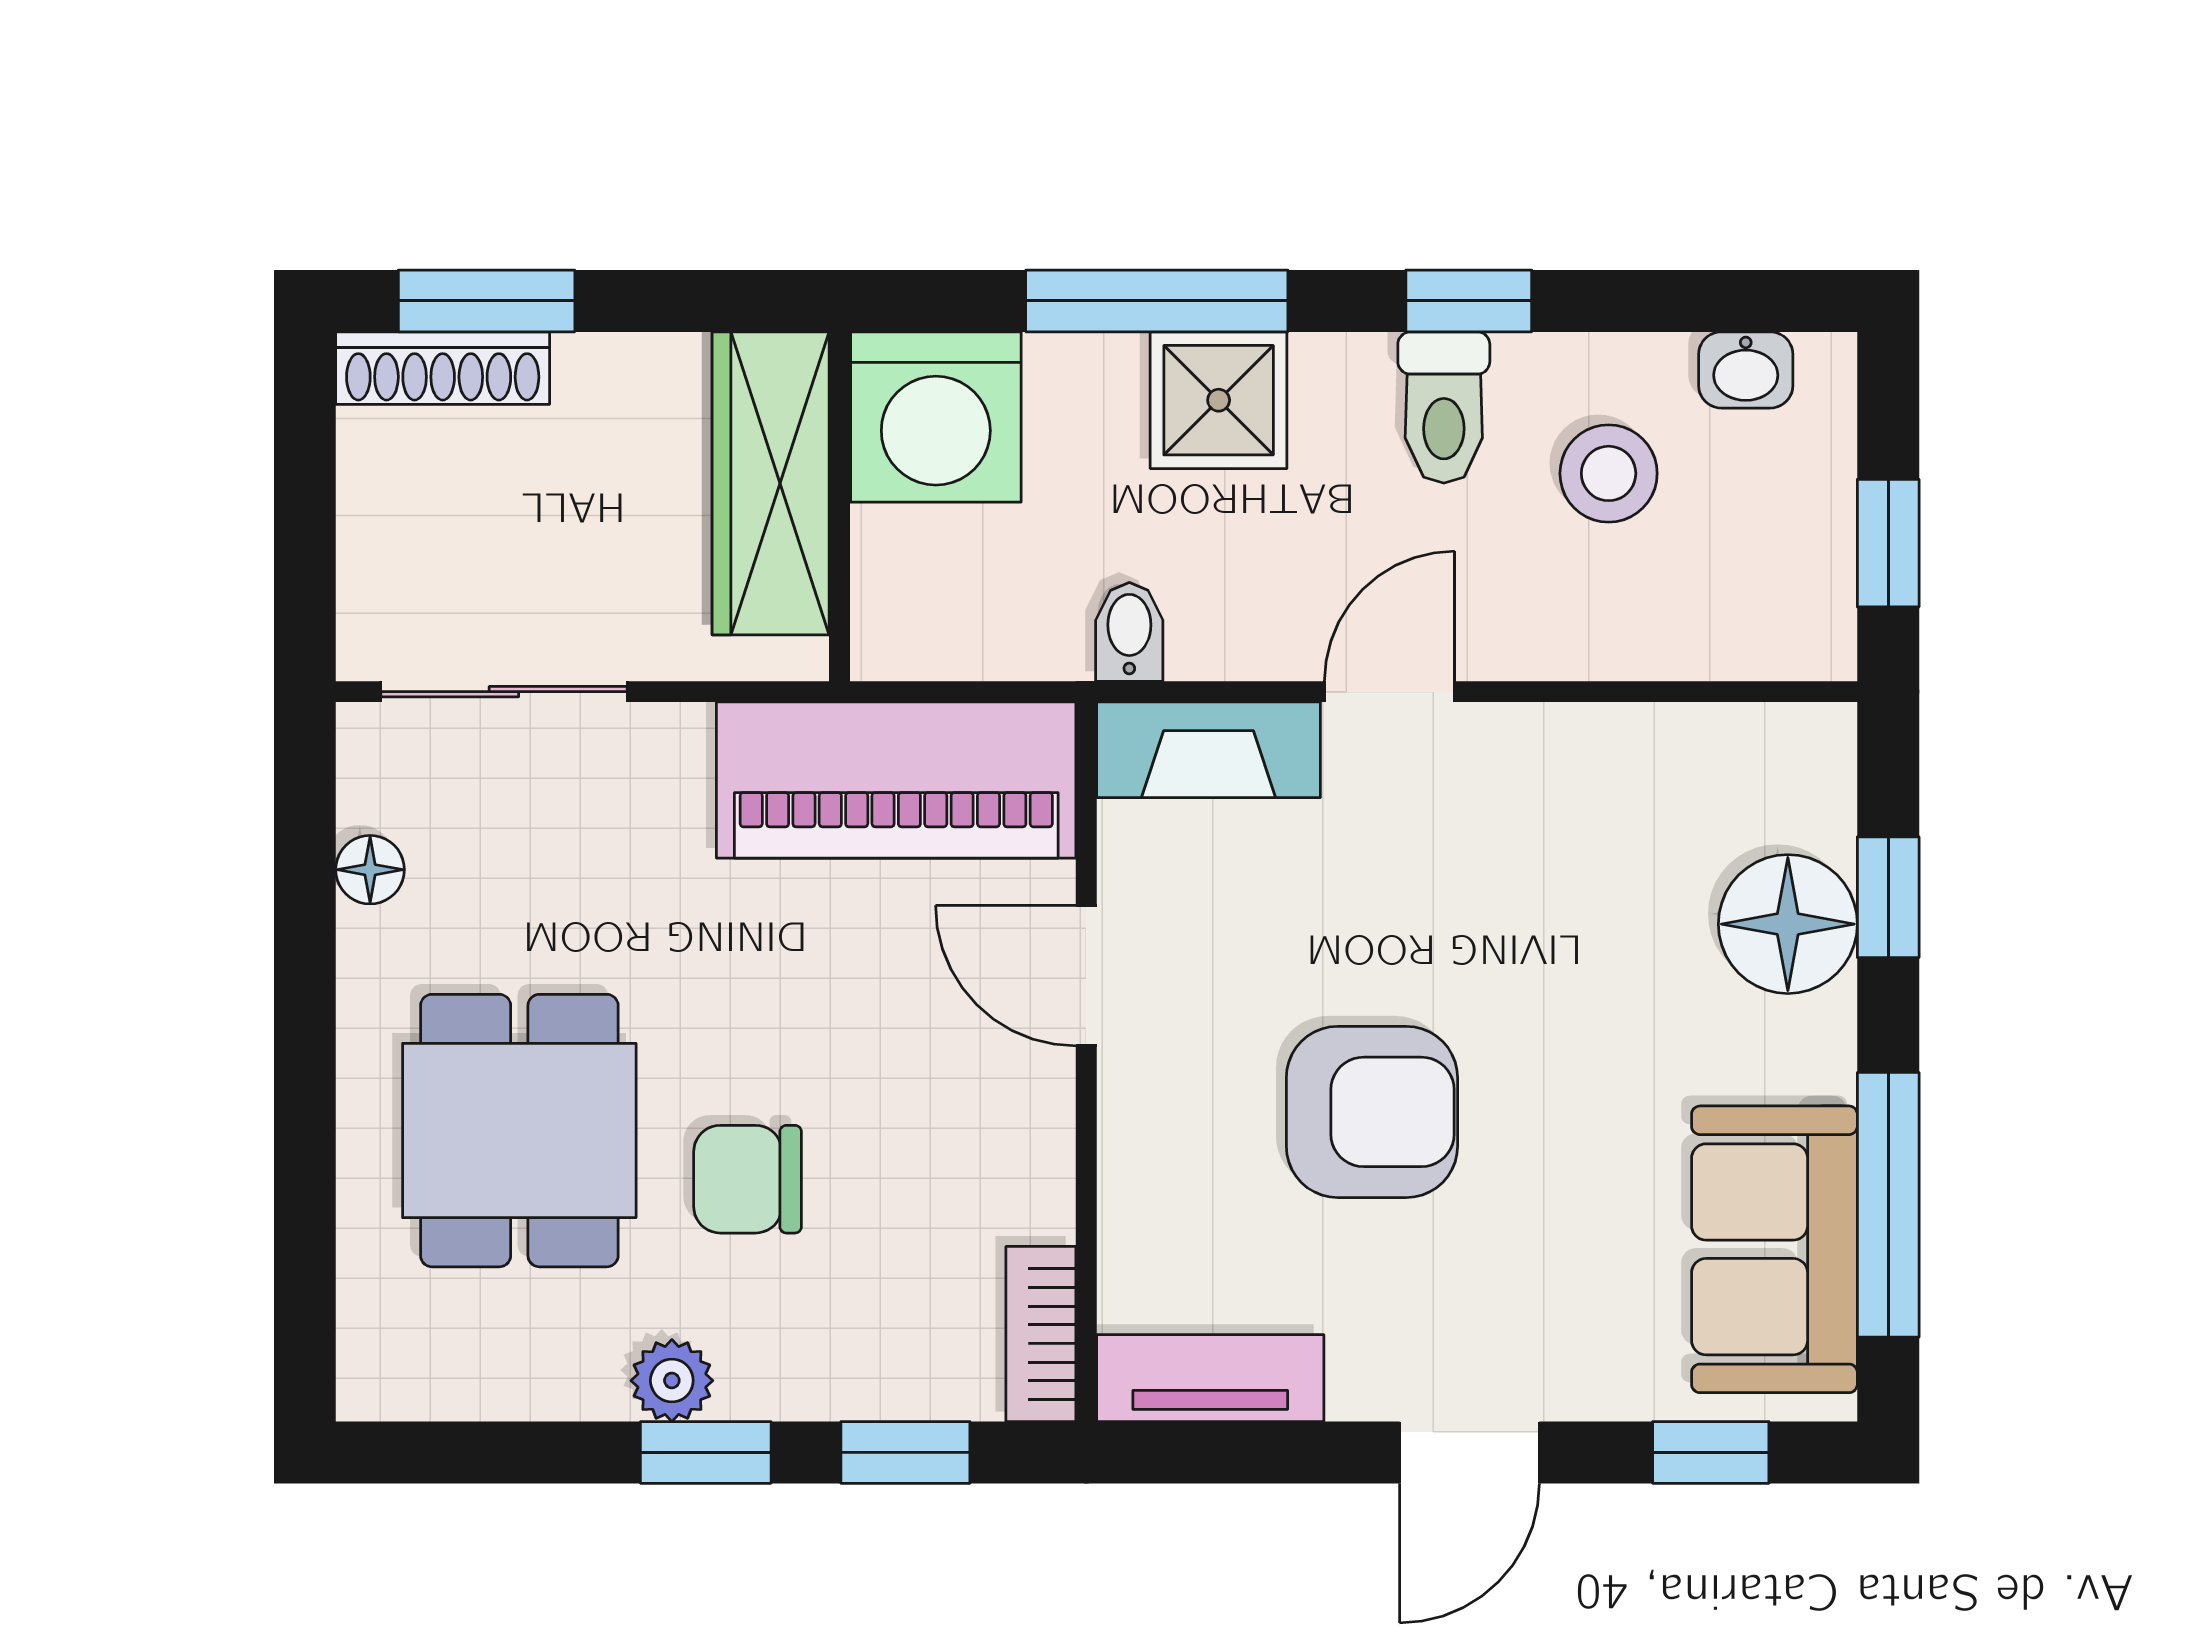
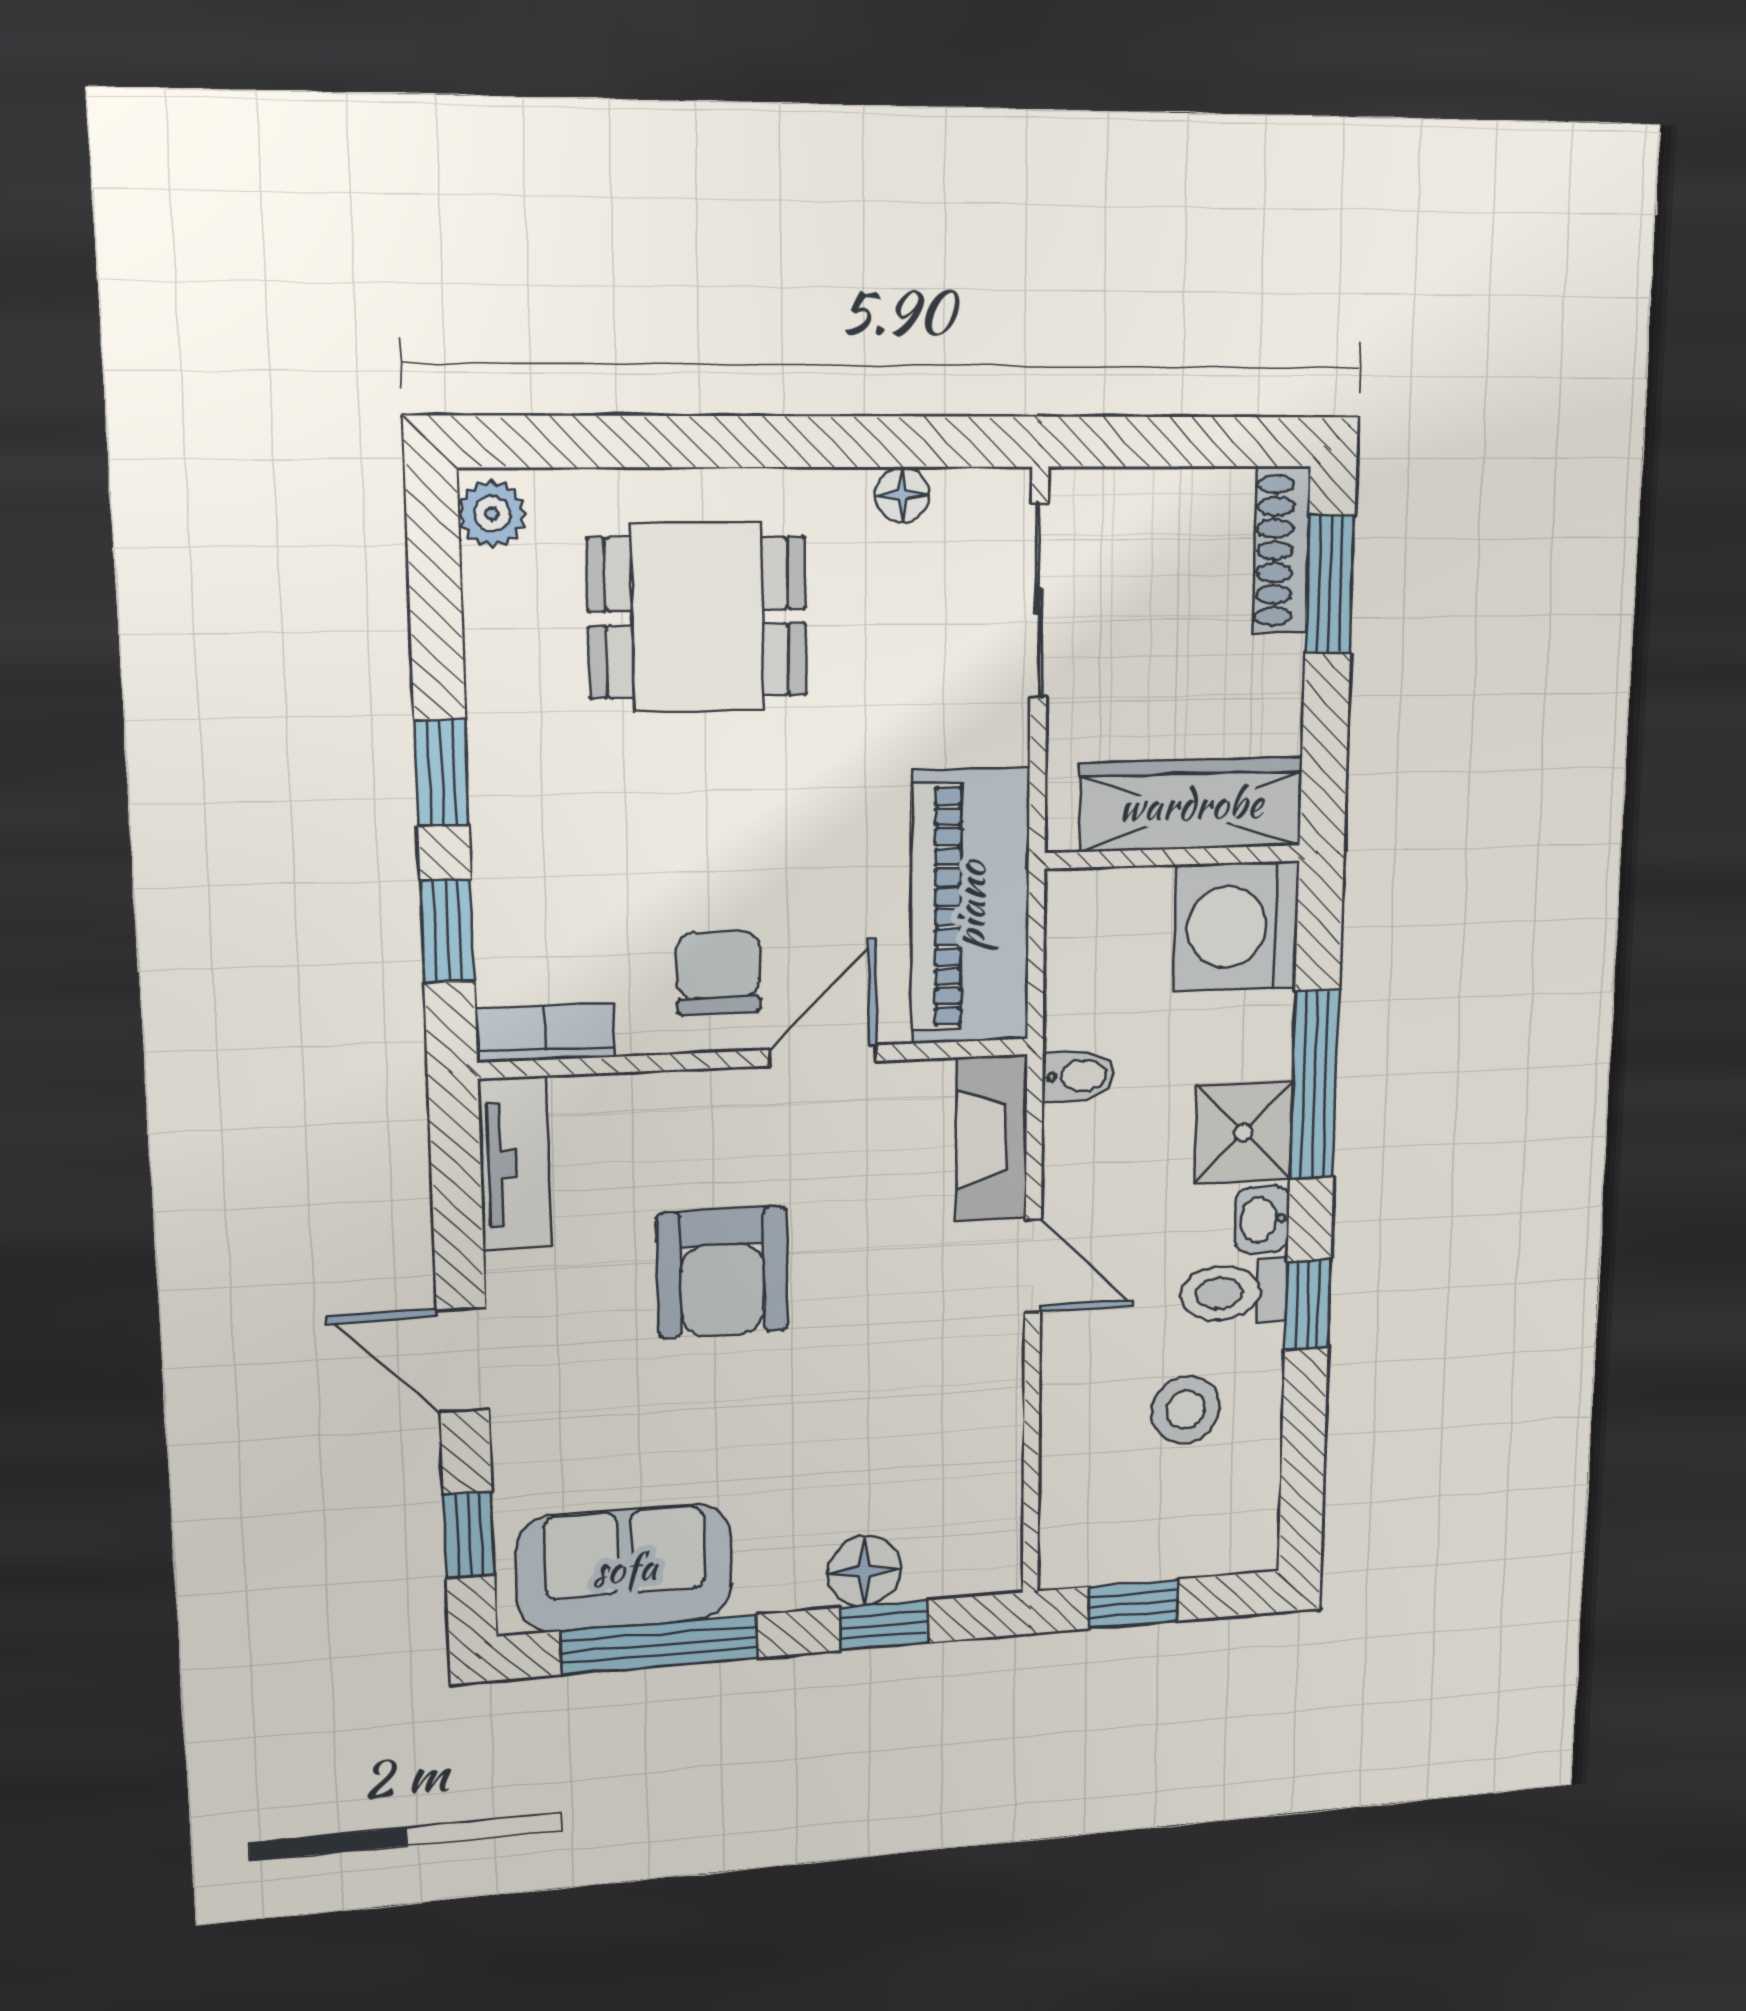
washbasin: (1746, 370) -> (1262, 1219), moved
floor lamp: (1788, 924) -> (864, 1571), width x0.73, depth x0.73
chair: (748, 1179) -> (718, 973), moved
plant: (672, 1381) -> (492, 514), moved

